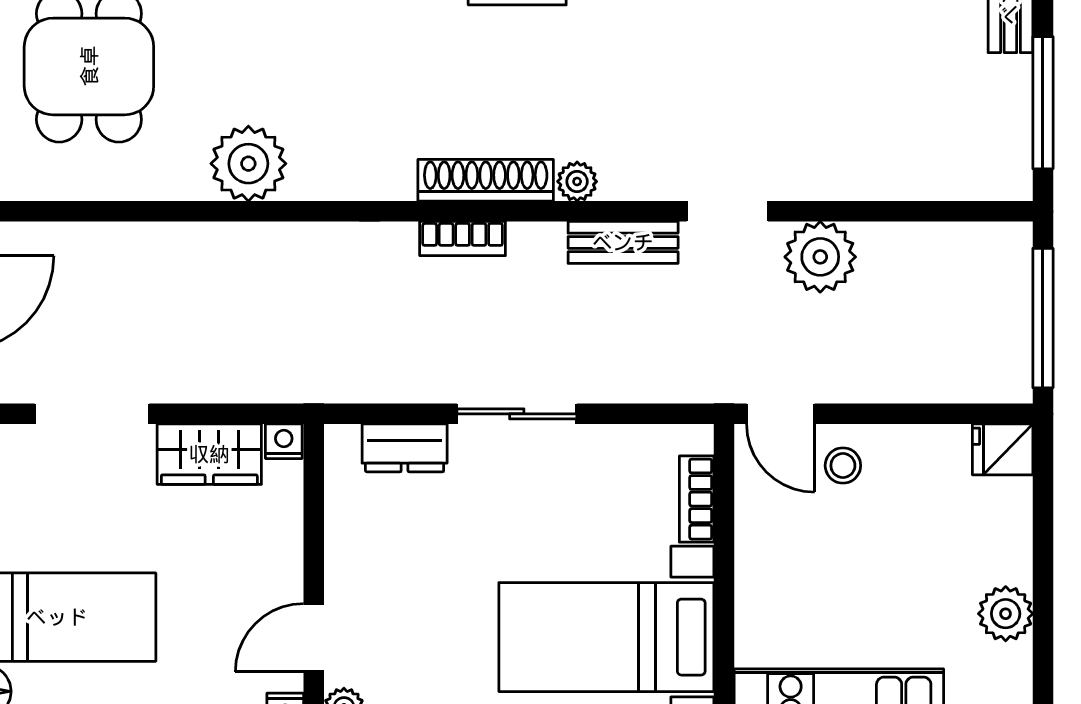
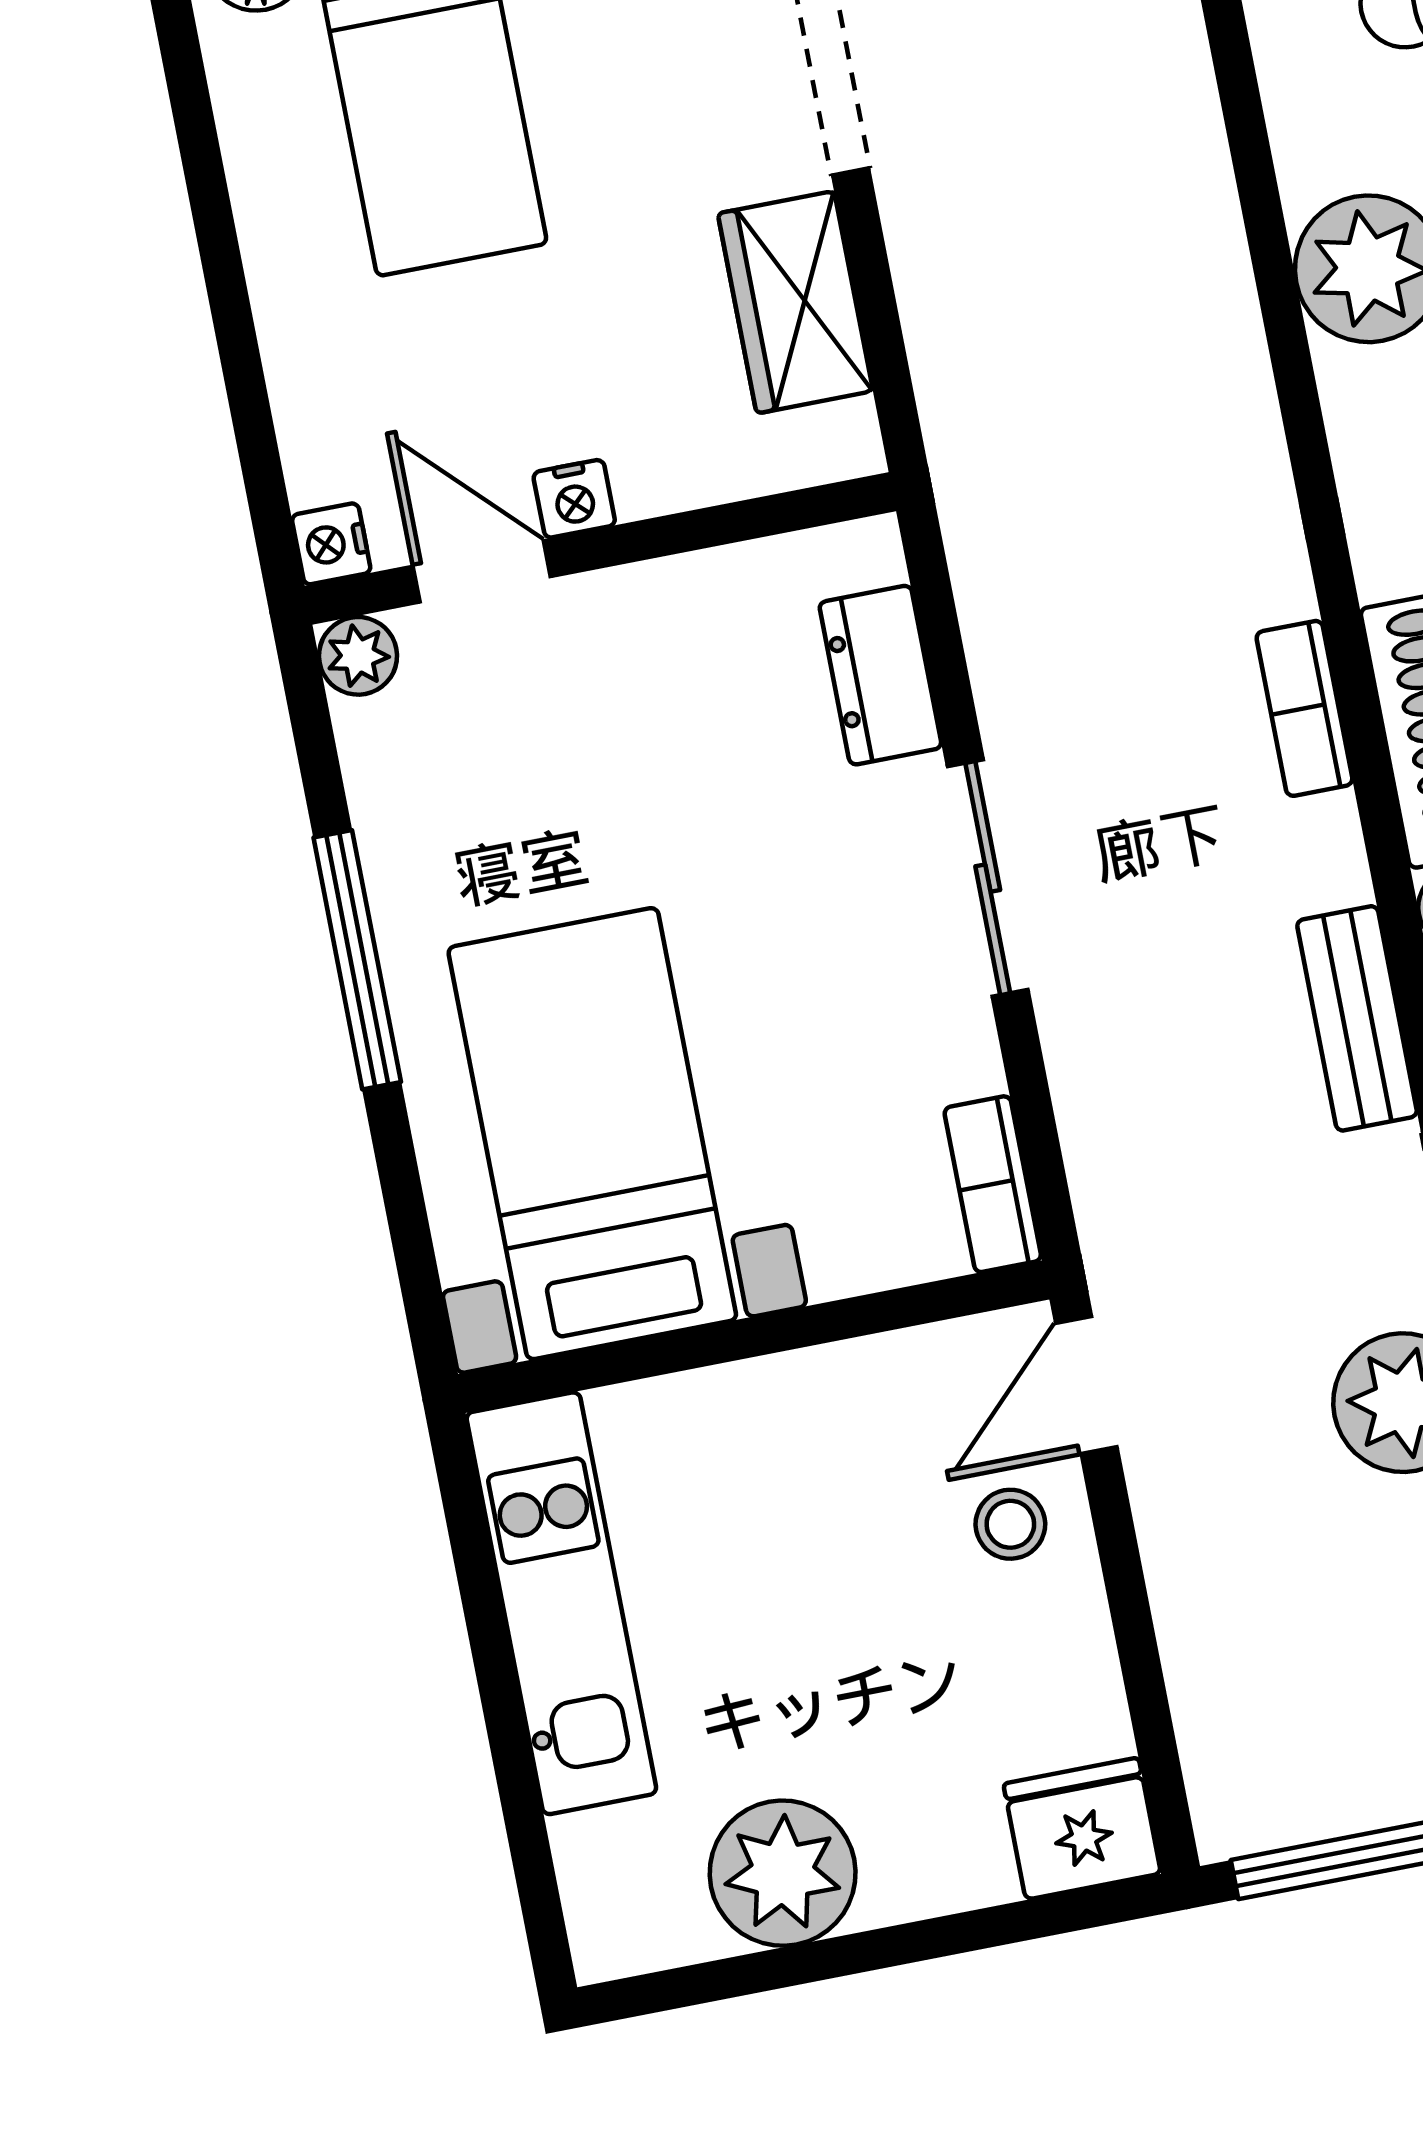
nightstand: (284, 441) -> (574, 499), moved, turned 90
fridge: (1003, 449) -> (1082, 1829), width x1.38
bookcase: (697, 499) -> (993, 1184), moved, turned -90
plant: (1006, 614) -> (783, 1873), width x1.36, depth x1.36

